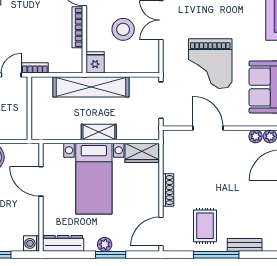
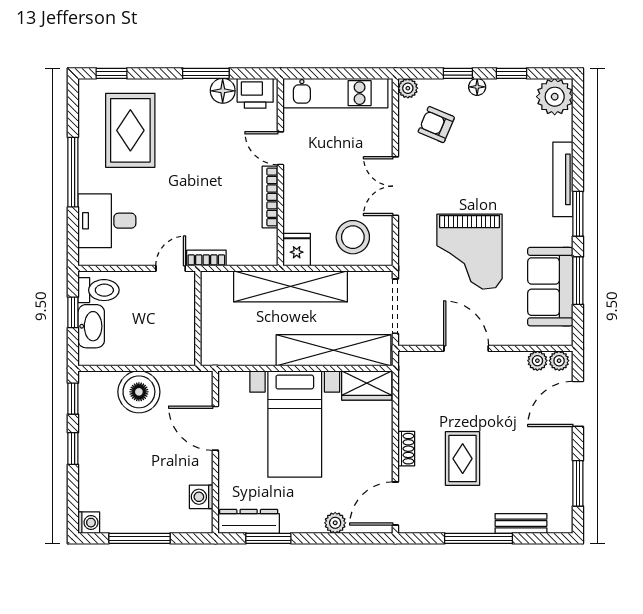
stool: (123, 29) -> (353, 237), moved
shelving: (99, 132) -> (334, 350), width x2.20, depth x1.33
shoe rack: (168, 190) -> (406, 449), width x0.70
rug: (205, 226) -> (463, 459), moved
washing machine: (32, 243) -> (201, 497), moved
plant: (105, 244) -> (335, 523), moved
window: (111, 255) -> (268, 538), moved

